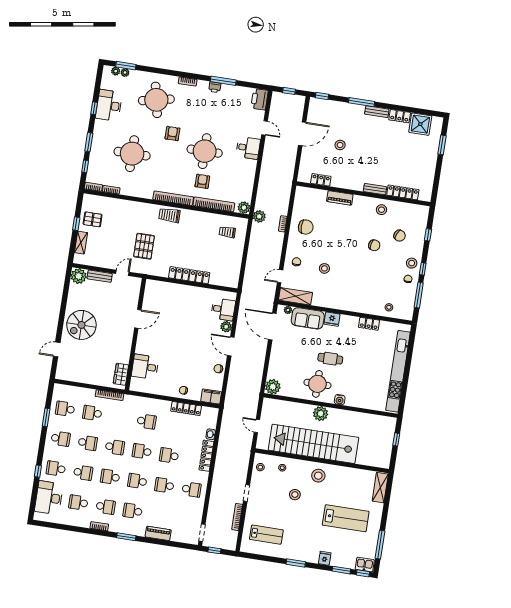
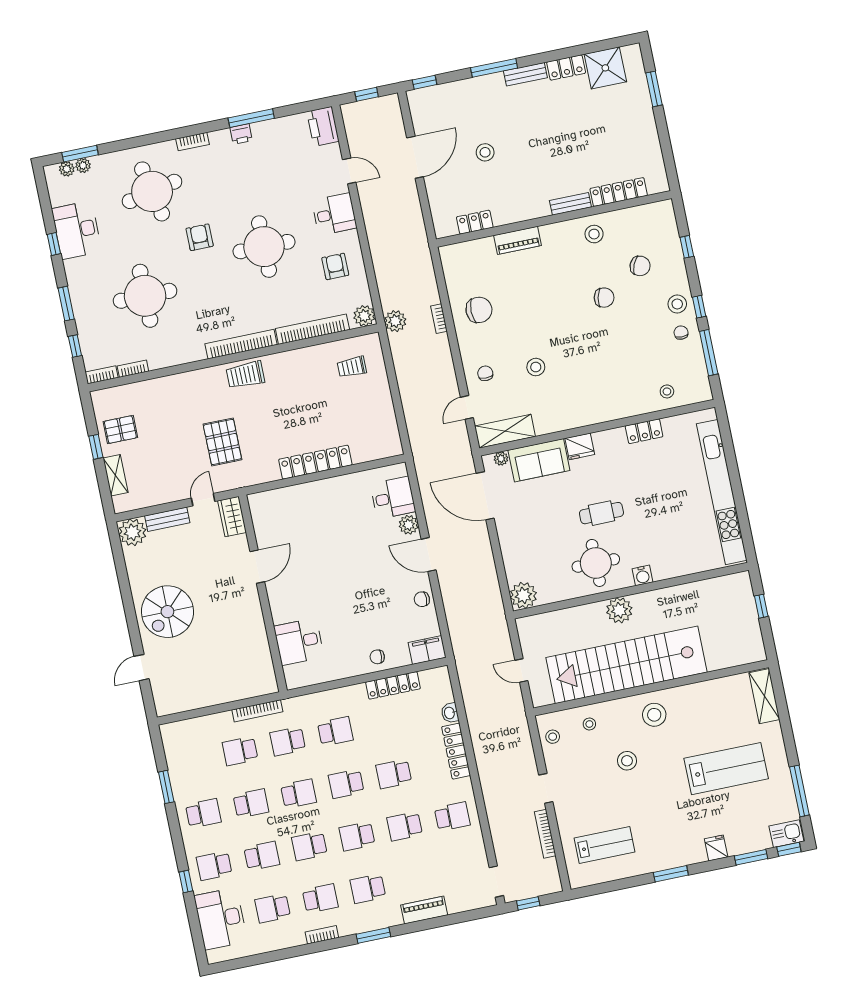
armchair: (202, 181) -> (335, 266), moved
wardrobe: (121, 374) -> (232, 517), moved
school desk: (65, 409) -> (288, 741), moved

